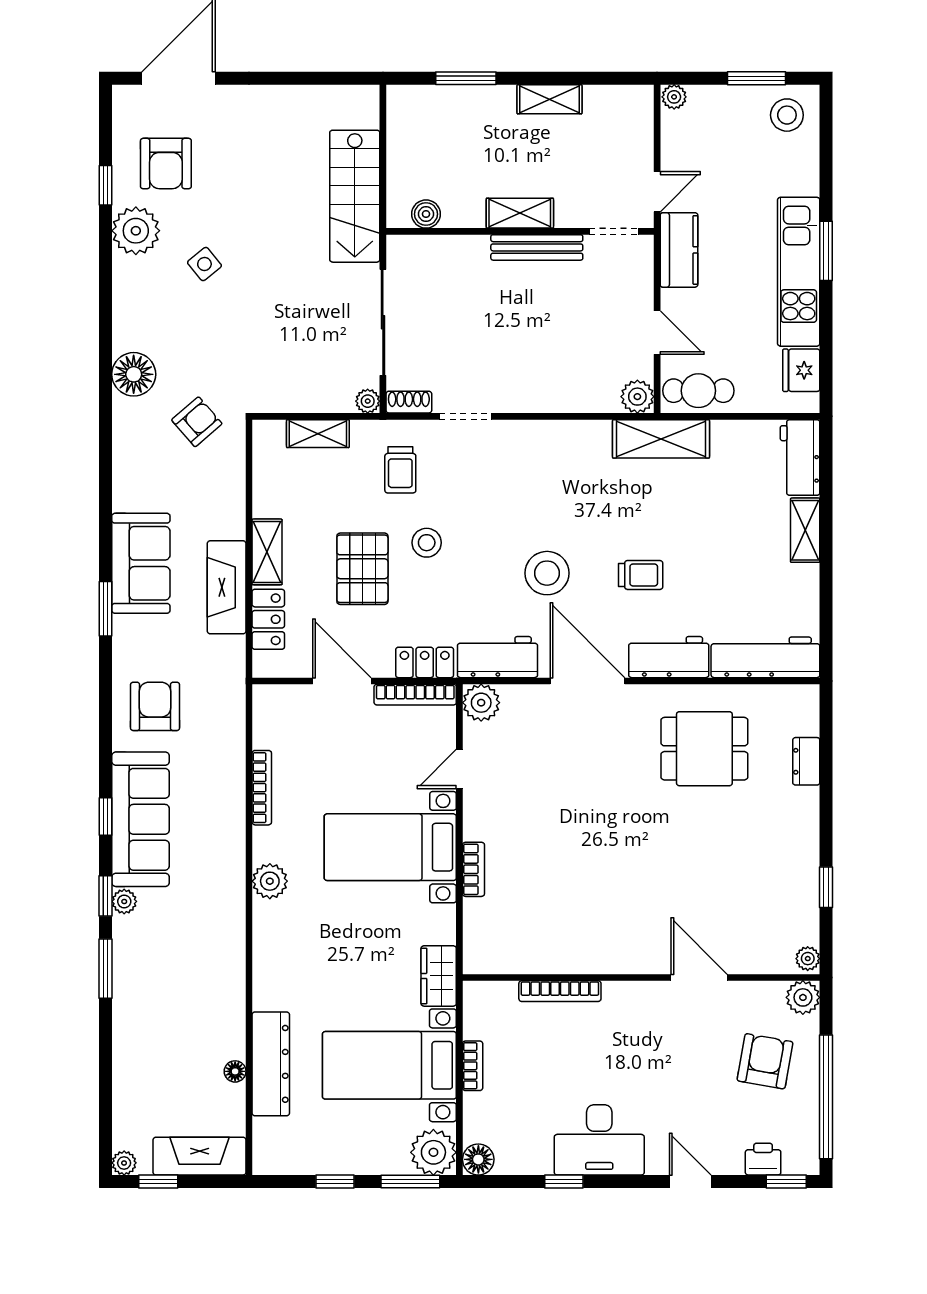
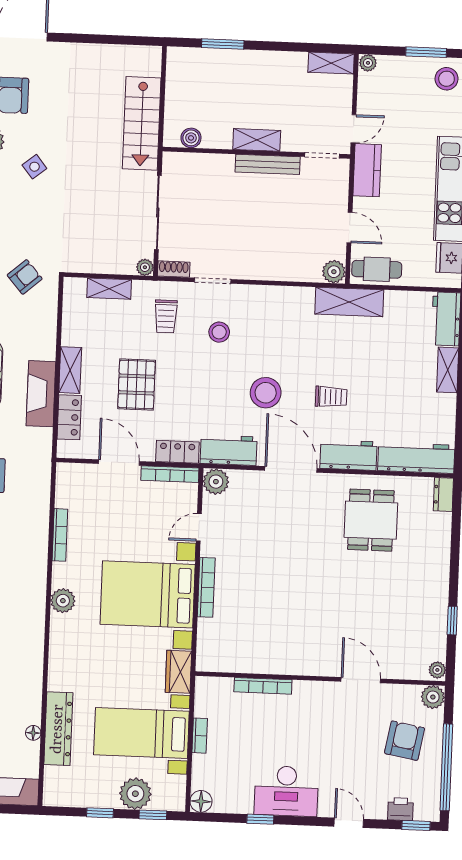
shelving: (549, 99) -> (331, 63), moved
stool: (427, 543) -> (219, 332), moved
dining table: (704, 749) -> (371, 520), turned 90
dresser: (806, 761) -> (443, 494), moved
bed with nightstands: (390, 847) -> (148, 594), width x1.36
bookcase: (473, 869) -> (206, 587), width x1.56
plant: (433, 1152) -> (135, 794), moved
window: (410, 1181) -> (153, 815), width x0.67

